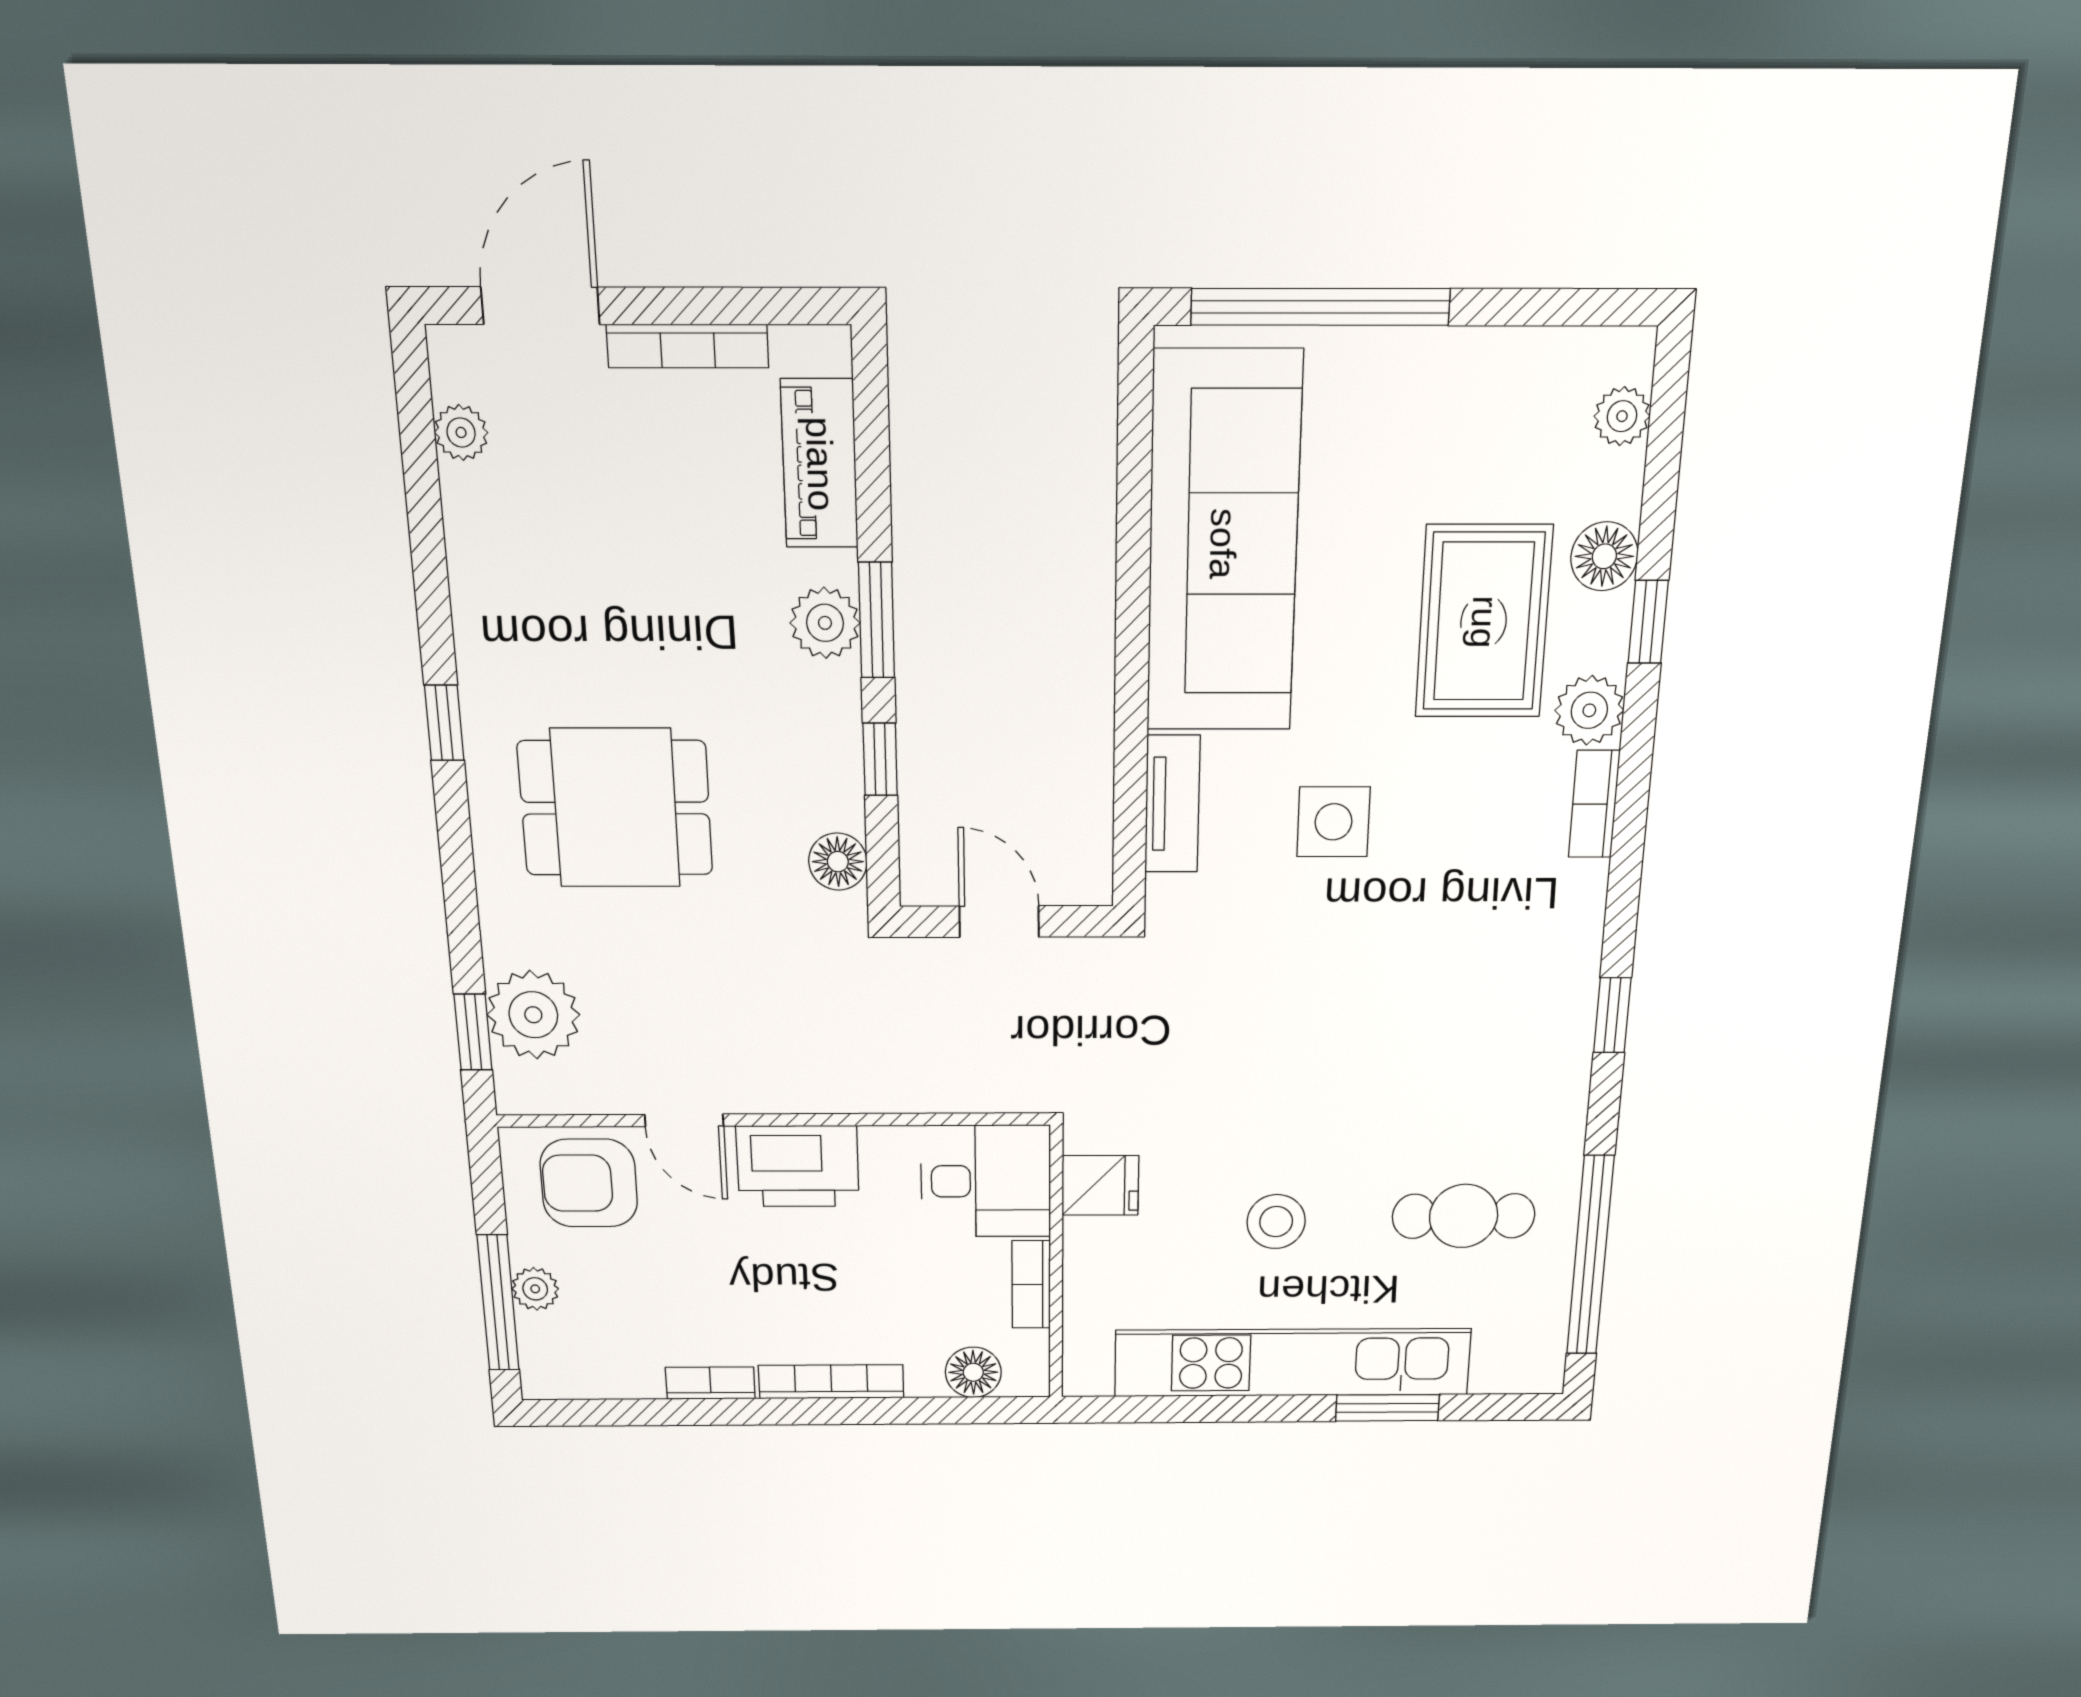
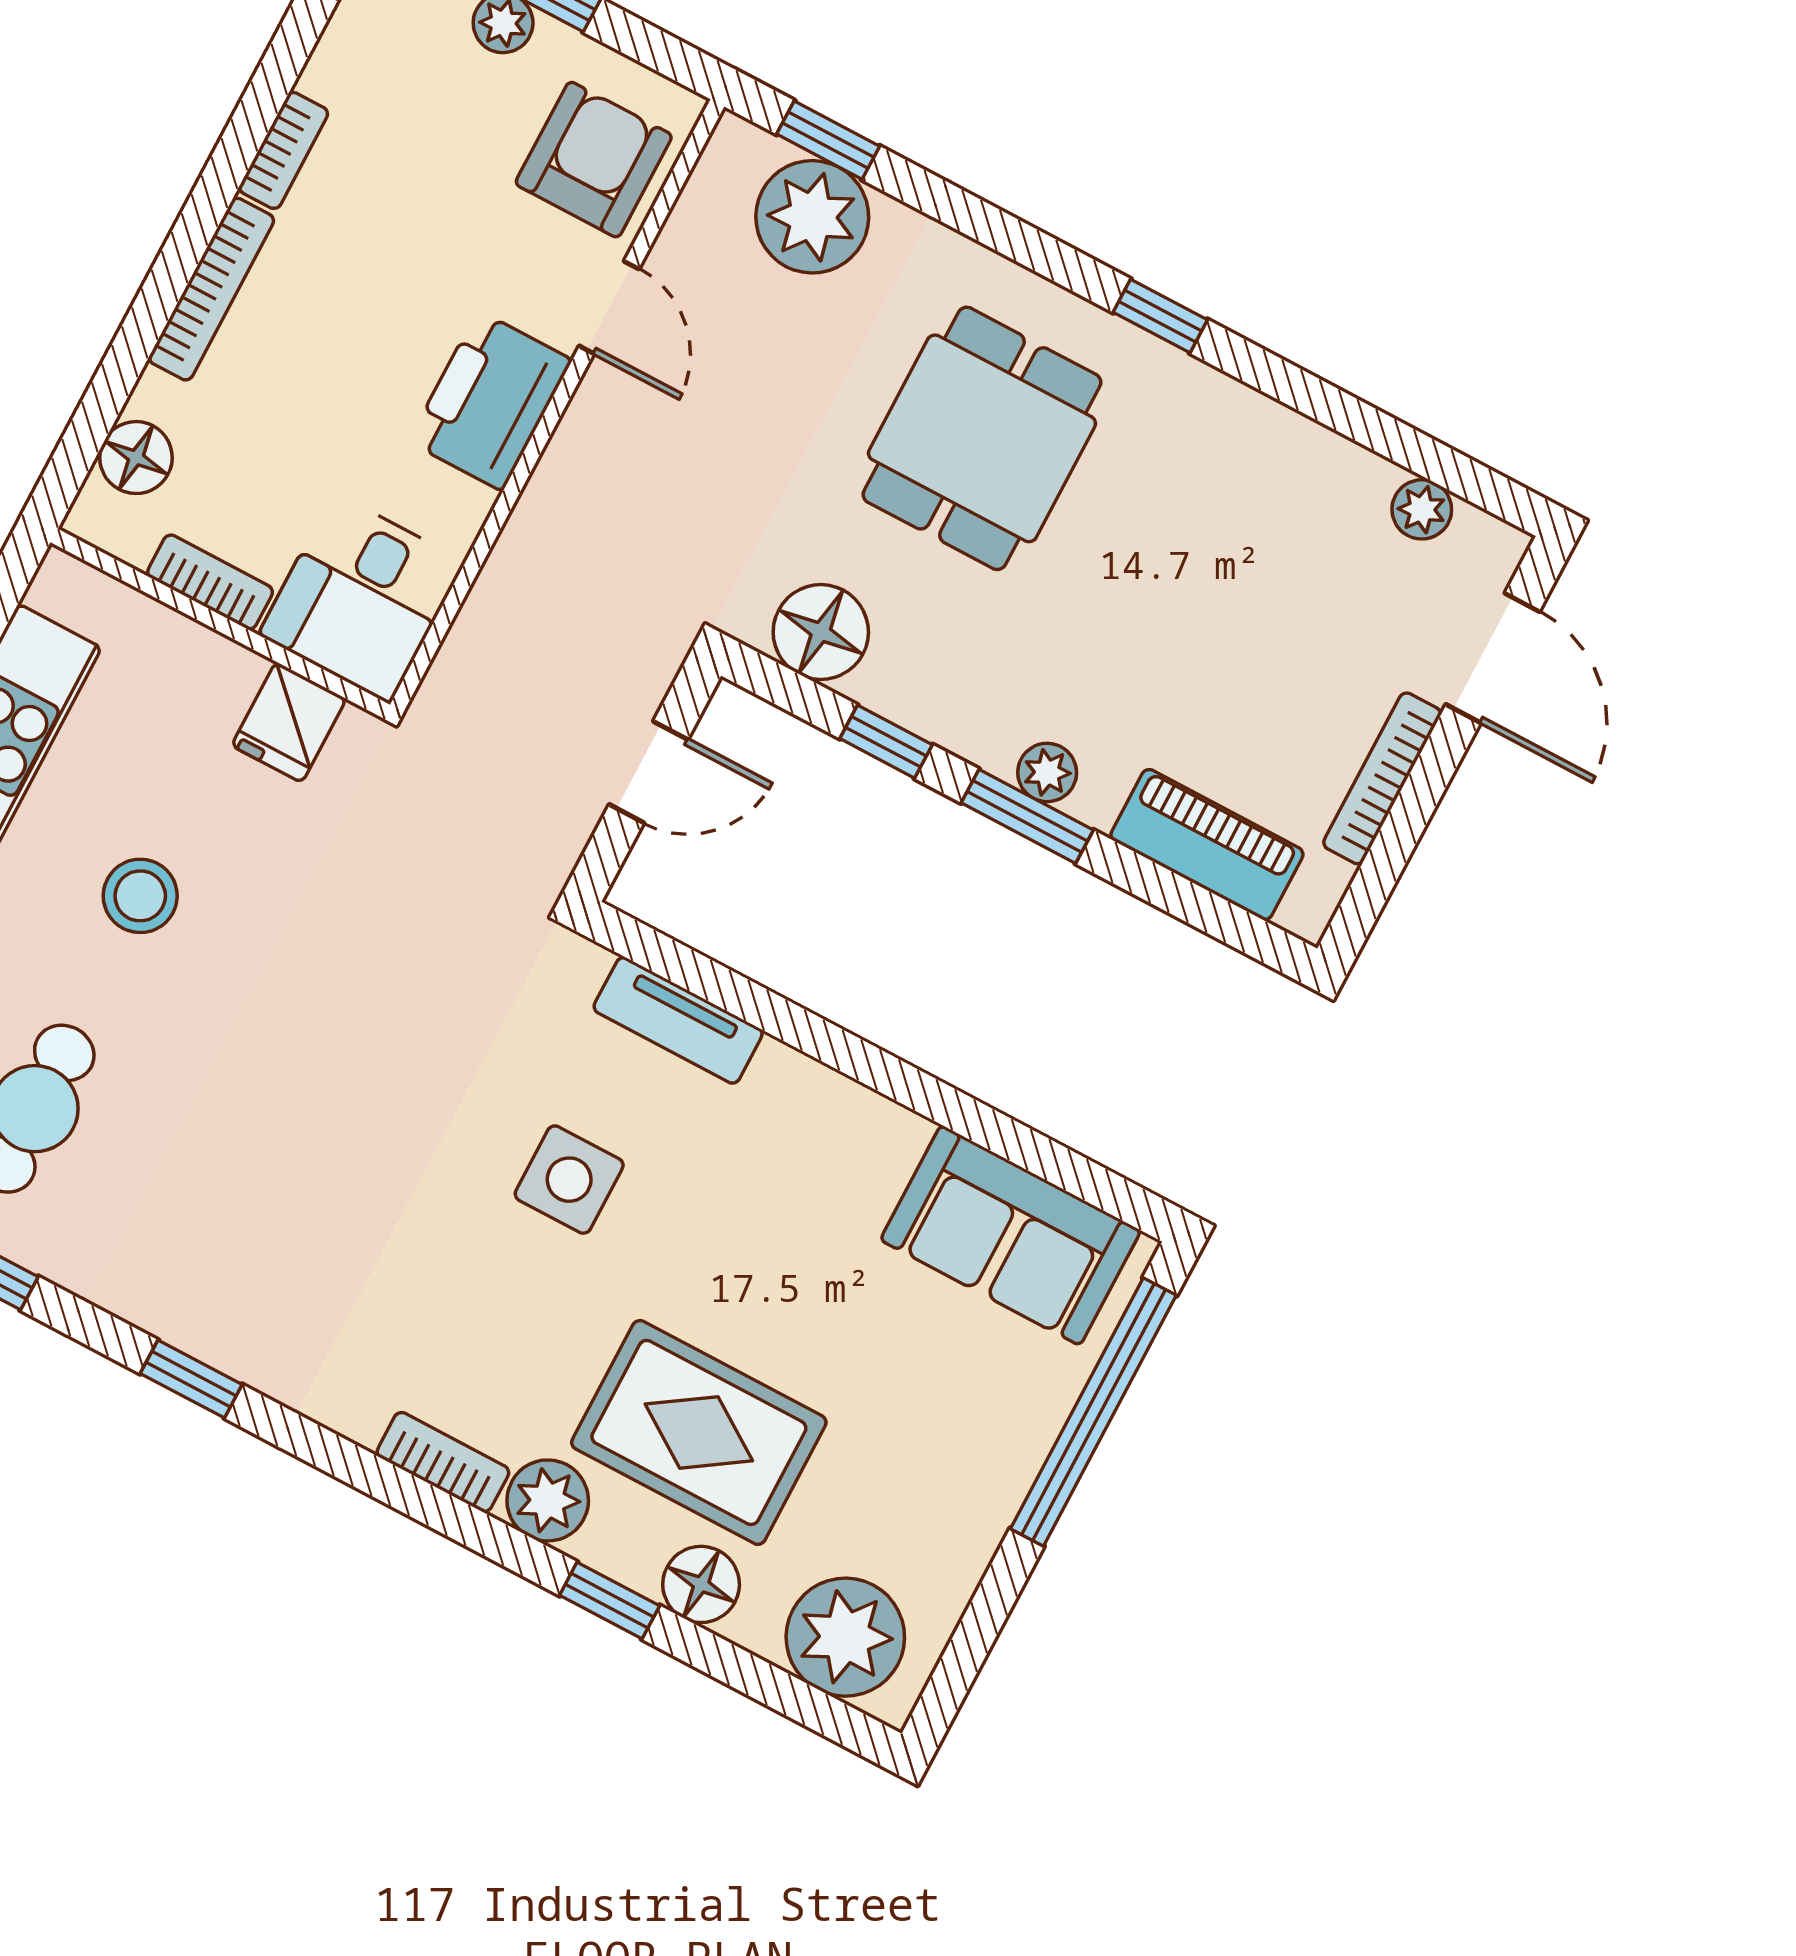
plant: (1622, 416) -> (845, 1637), width x1.87, depth x1.87
sofa: (1223, 544) -> (1011, 1235), width x0.54, depth x0.79
plant: (825, 623) -> (1047, 772), width x0.73, depth x0.73
floor lamp: (838, 862) -> (821, 632), width x1.38, depth x1.38
door: (684, 1120) -> (609, 307), swing flipped

